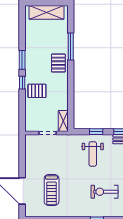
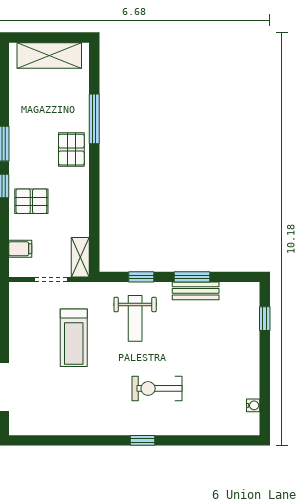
filing cabinet: (31, 116) -> (20, 249), added
treadmill: (52, 190) -> (74, 338), moved

